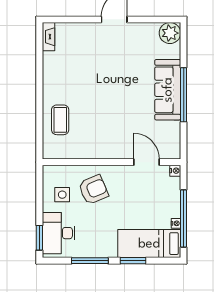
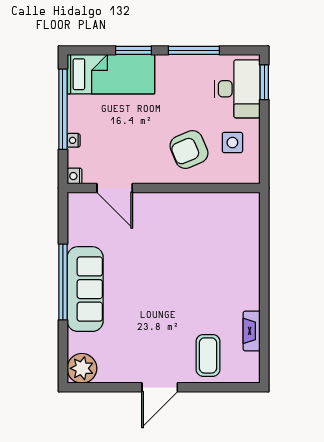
fireplace: (48, 37) -> (252, 331), moved
coffee table: (60, 120) -> (208, 355), moved
nightstand: (176, 223) -> (74, 140), moved

